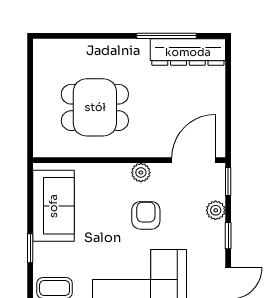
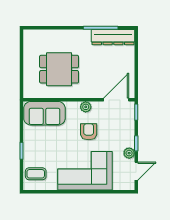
sofa: (53, 206) -> (44, 113), moved, turned 90
plant: (216, 210) -> (129, 153), moved

